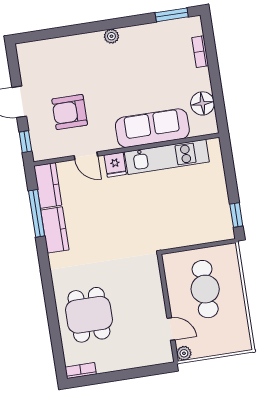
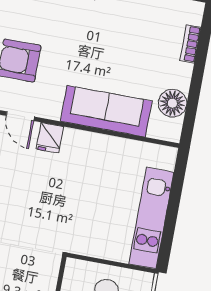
kitchen unit: (167, 157) -> (151, 218), moved, turned 90
window: (236, 215) -> (167, 242), removed

